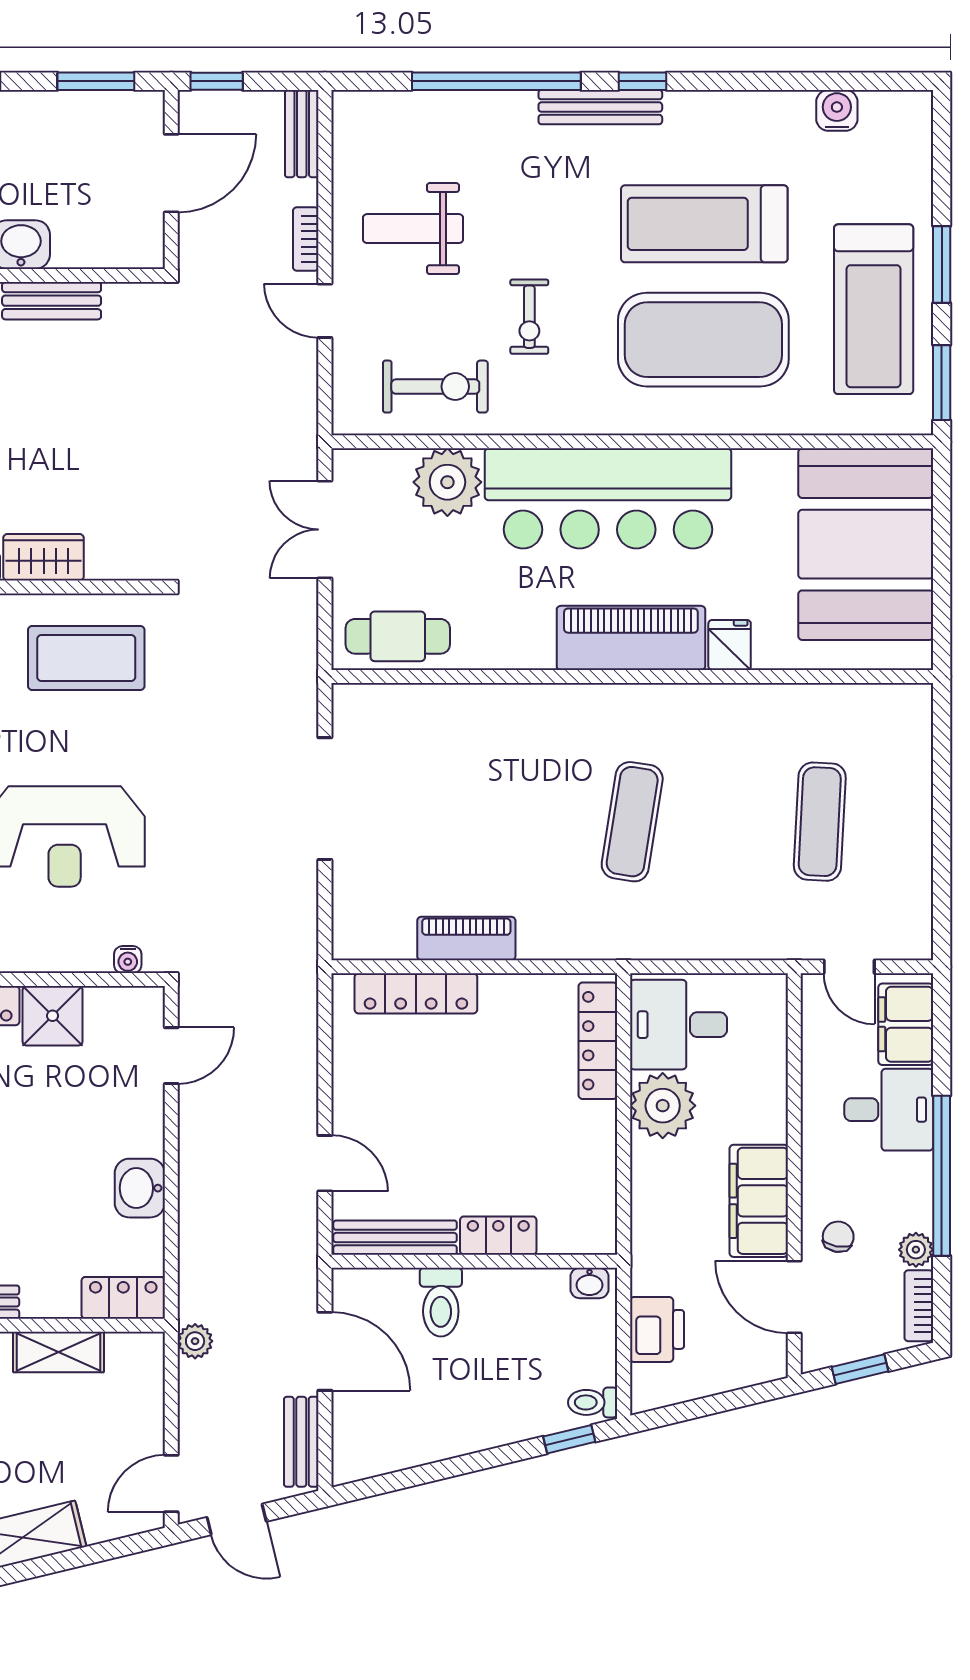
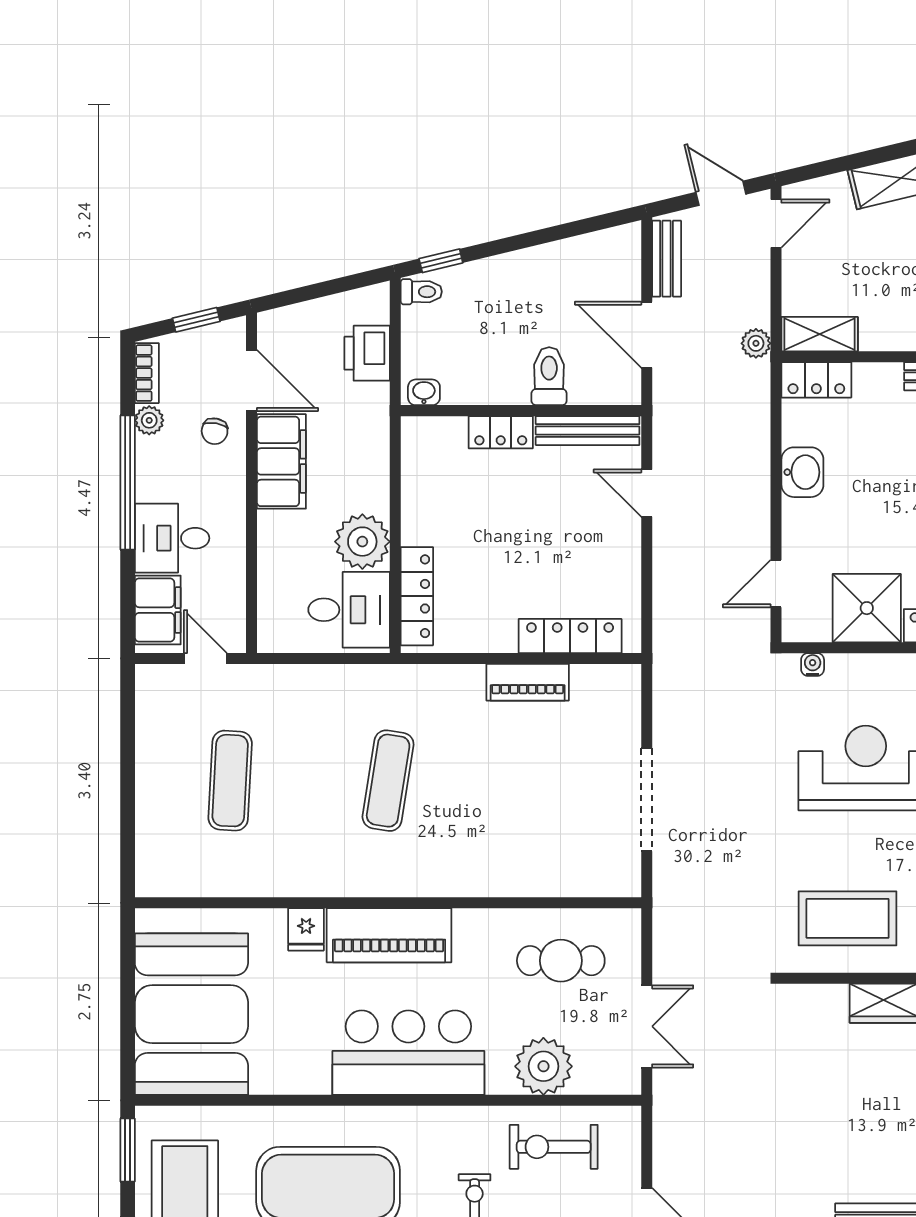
bar counter: (608, 498) -> (408, 1053), width x0.73
cafe table: (398, 636) -> (561, 961), moved
shower: (53, 1016) -> (867, 608), width x1.36, depth x1.36
shelving: (59, 1352) -> (820, 334), moved

